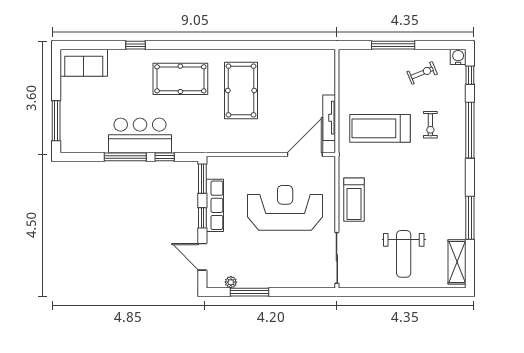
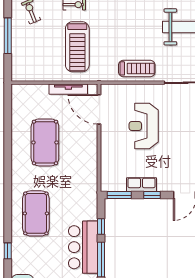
pool table: (241, 91) -> (45, 142), moved, turned 90
row of seats: (215, 205) -> (142, 185), width x0.68
reception desk: (285, 208) -> (144, 126), width x0.74, depth x0.77

